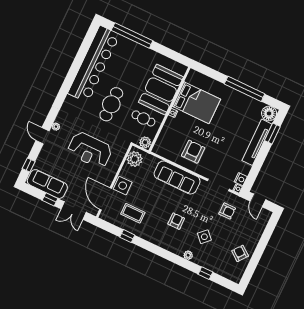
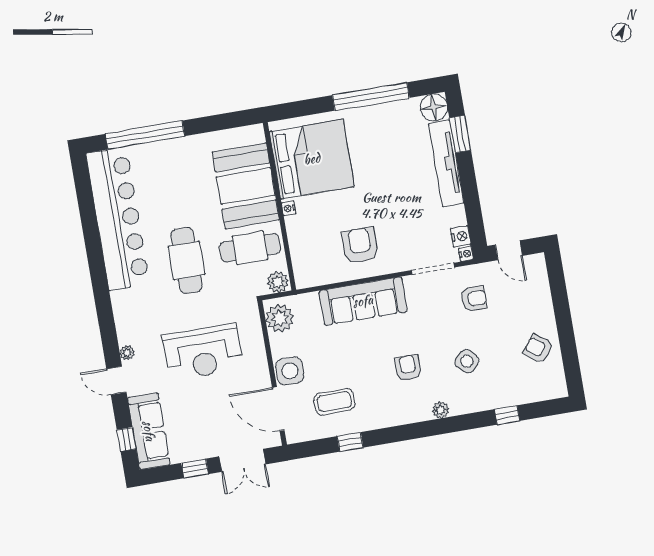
bed: (196, 103) -> (312, 159), width x1.36
cafe table: (143, 118) -> (250, 248), width x1.37, depth x1.35
sofa: (47, 184) -> (149, 431), moved, turned 90
plant: (188, 255) -> (441, 410), moved

